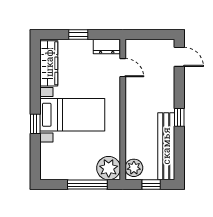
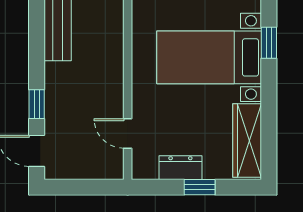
dresser: (107, 47) -> (180, 168), moved
window: (179, 117) -> (37, 104), moved

